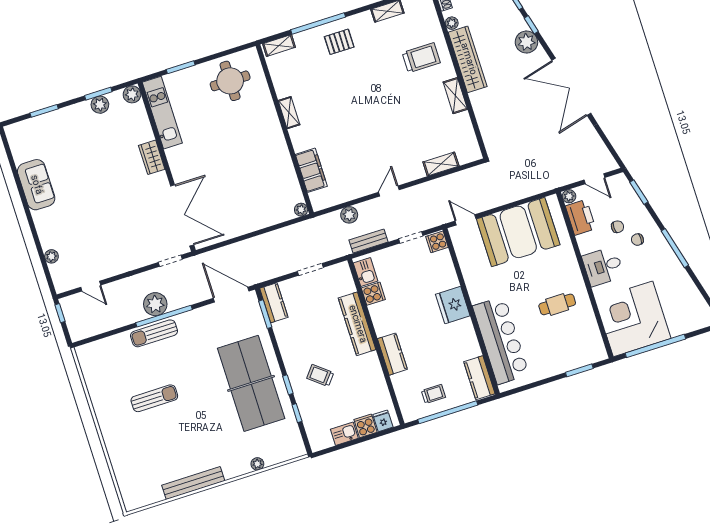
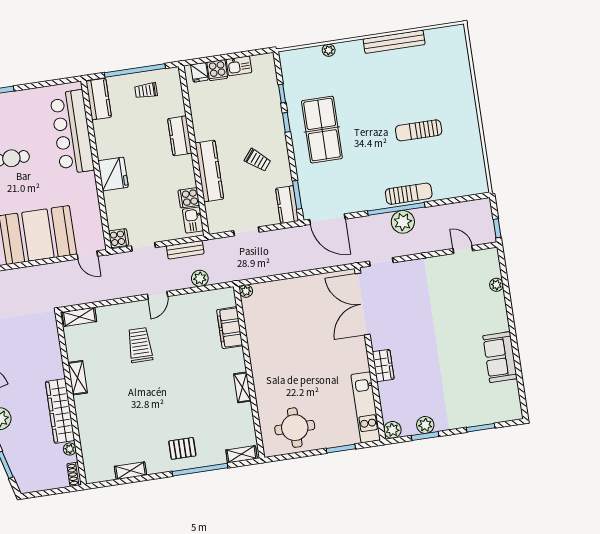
trolley: (421, 58) -> (140, 345), moved, turned 90
shelving: (441, 164) -> (79, 317), moved
trolley: (320, 375) -> (258, 160), moved
table tennis table: (251, 383) -> (322, 130), width x0.73, depth x0.76

